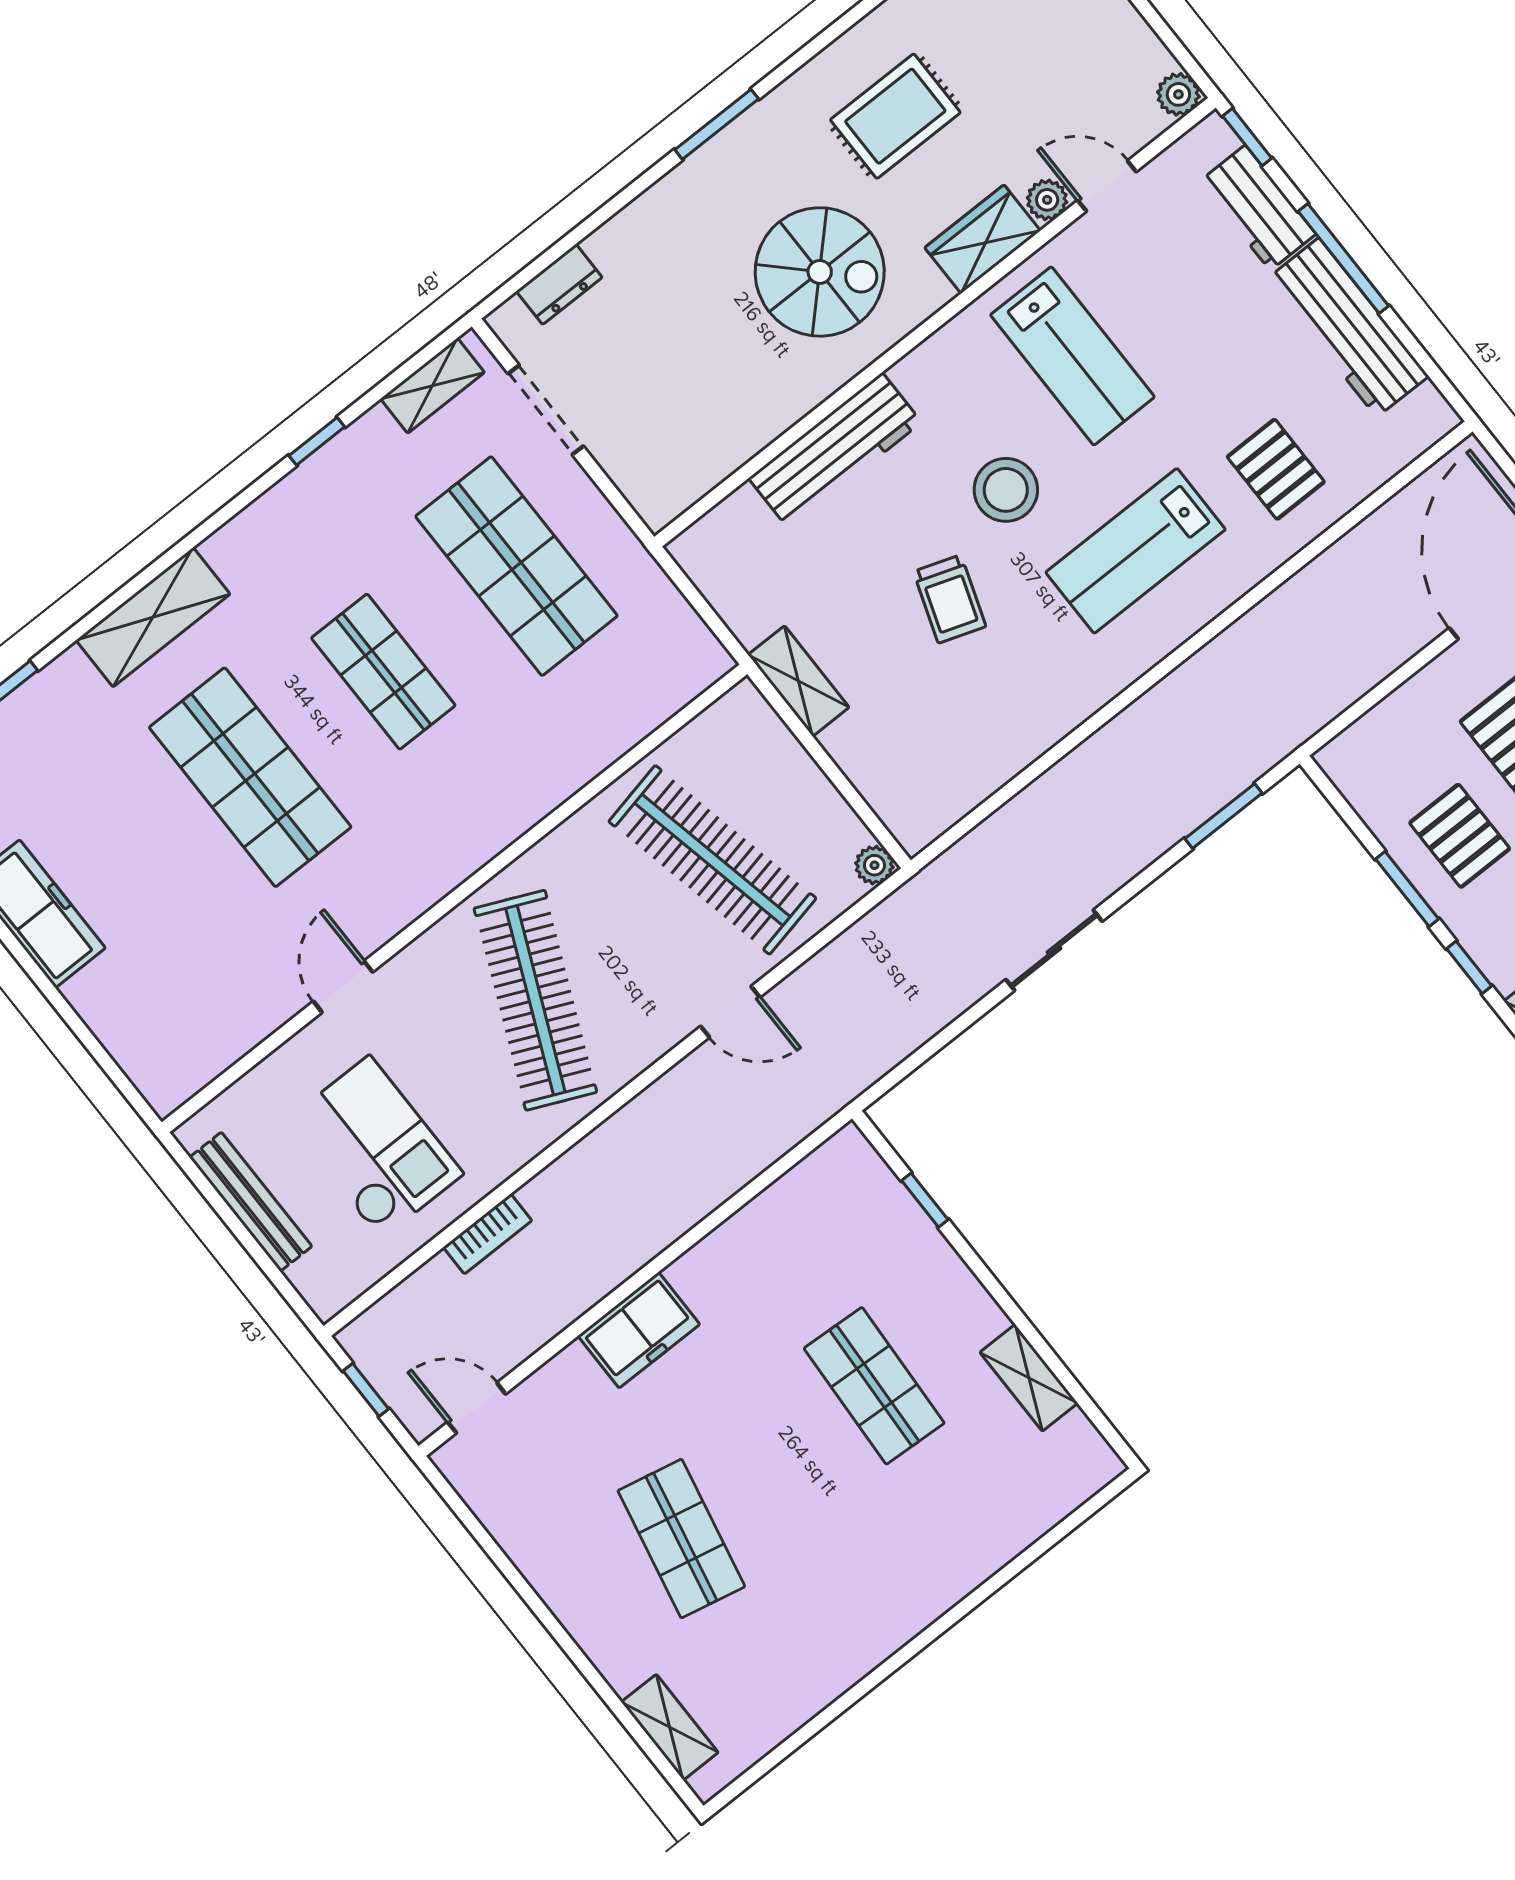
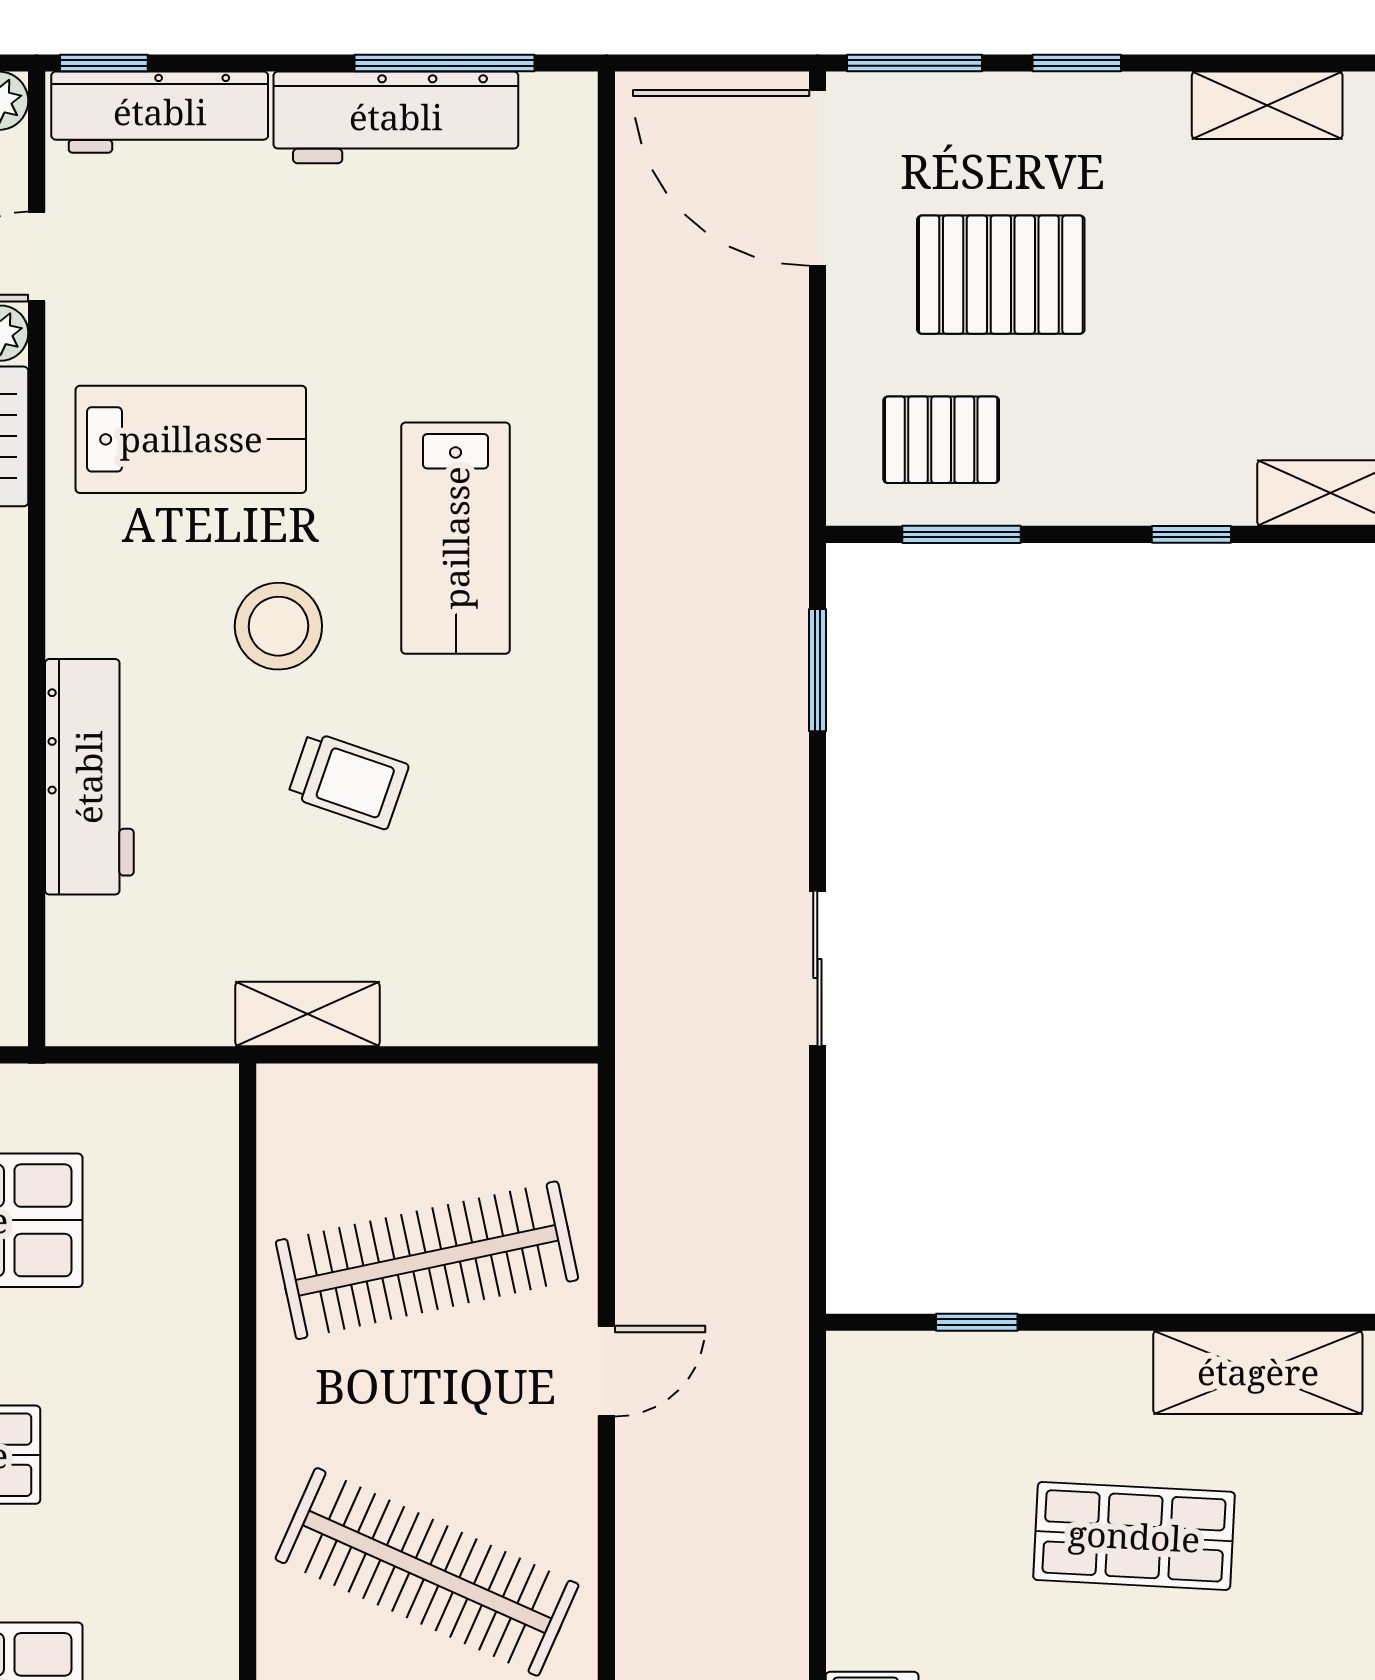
workbench: (1258, 208) -> (160, 112), width x1.38
window: (1343, 259) -> (445, 63), moved
pallet: (1276, 469) -> (487, 317), removed
pallet: (1460, 836) -> (941, 440), moved
plant: (874, 865) -> (572, 1090), removed
window: (1407, 889) -> (962, 534), moved
shelving: (1029, 1378) -> (1258, 1372), width x1.50, depth x1.33

